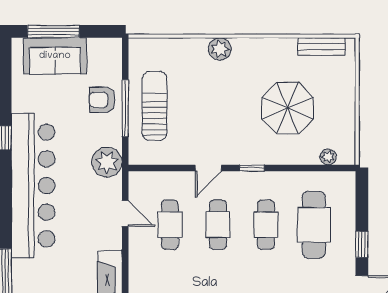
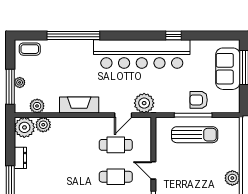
armchair: (102, 100) -> (199, 100), turned -90
plant: (107, 162) -> (144, 103), moved

